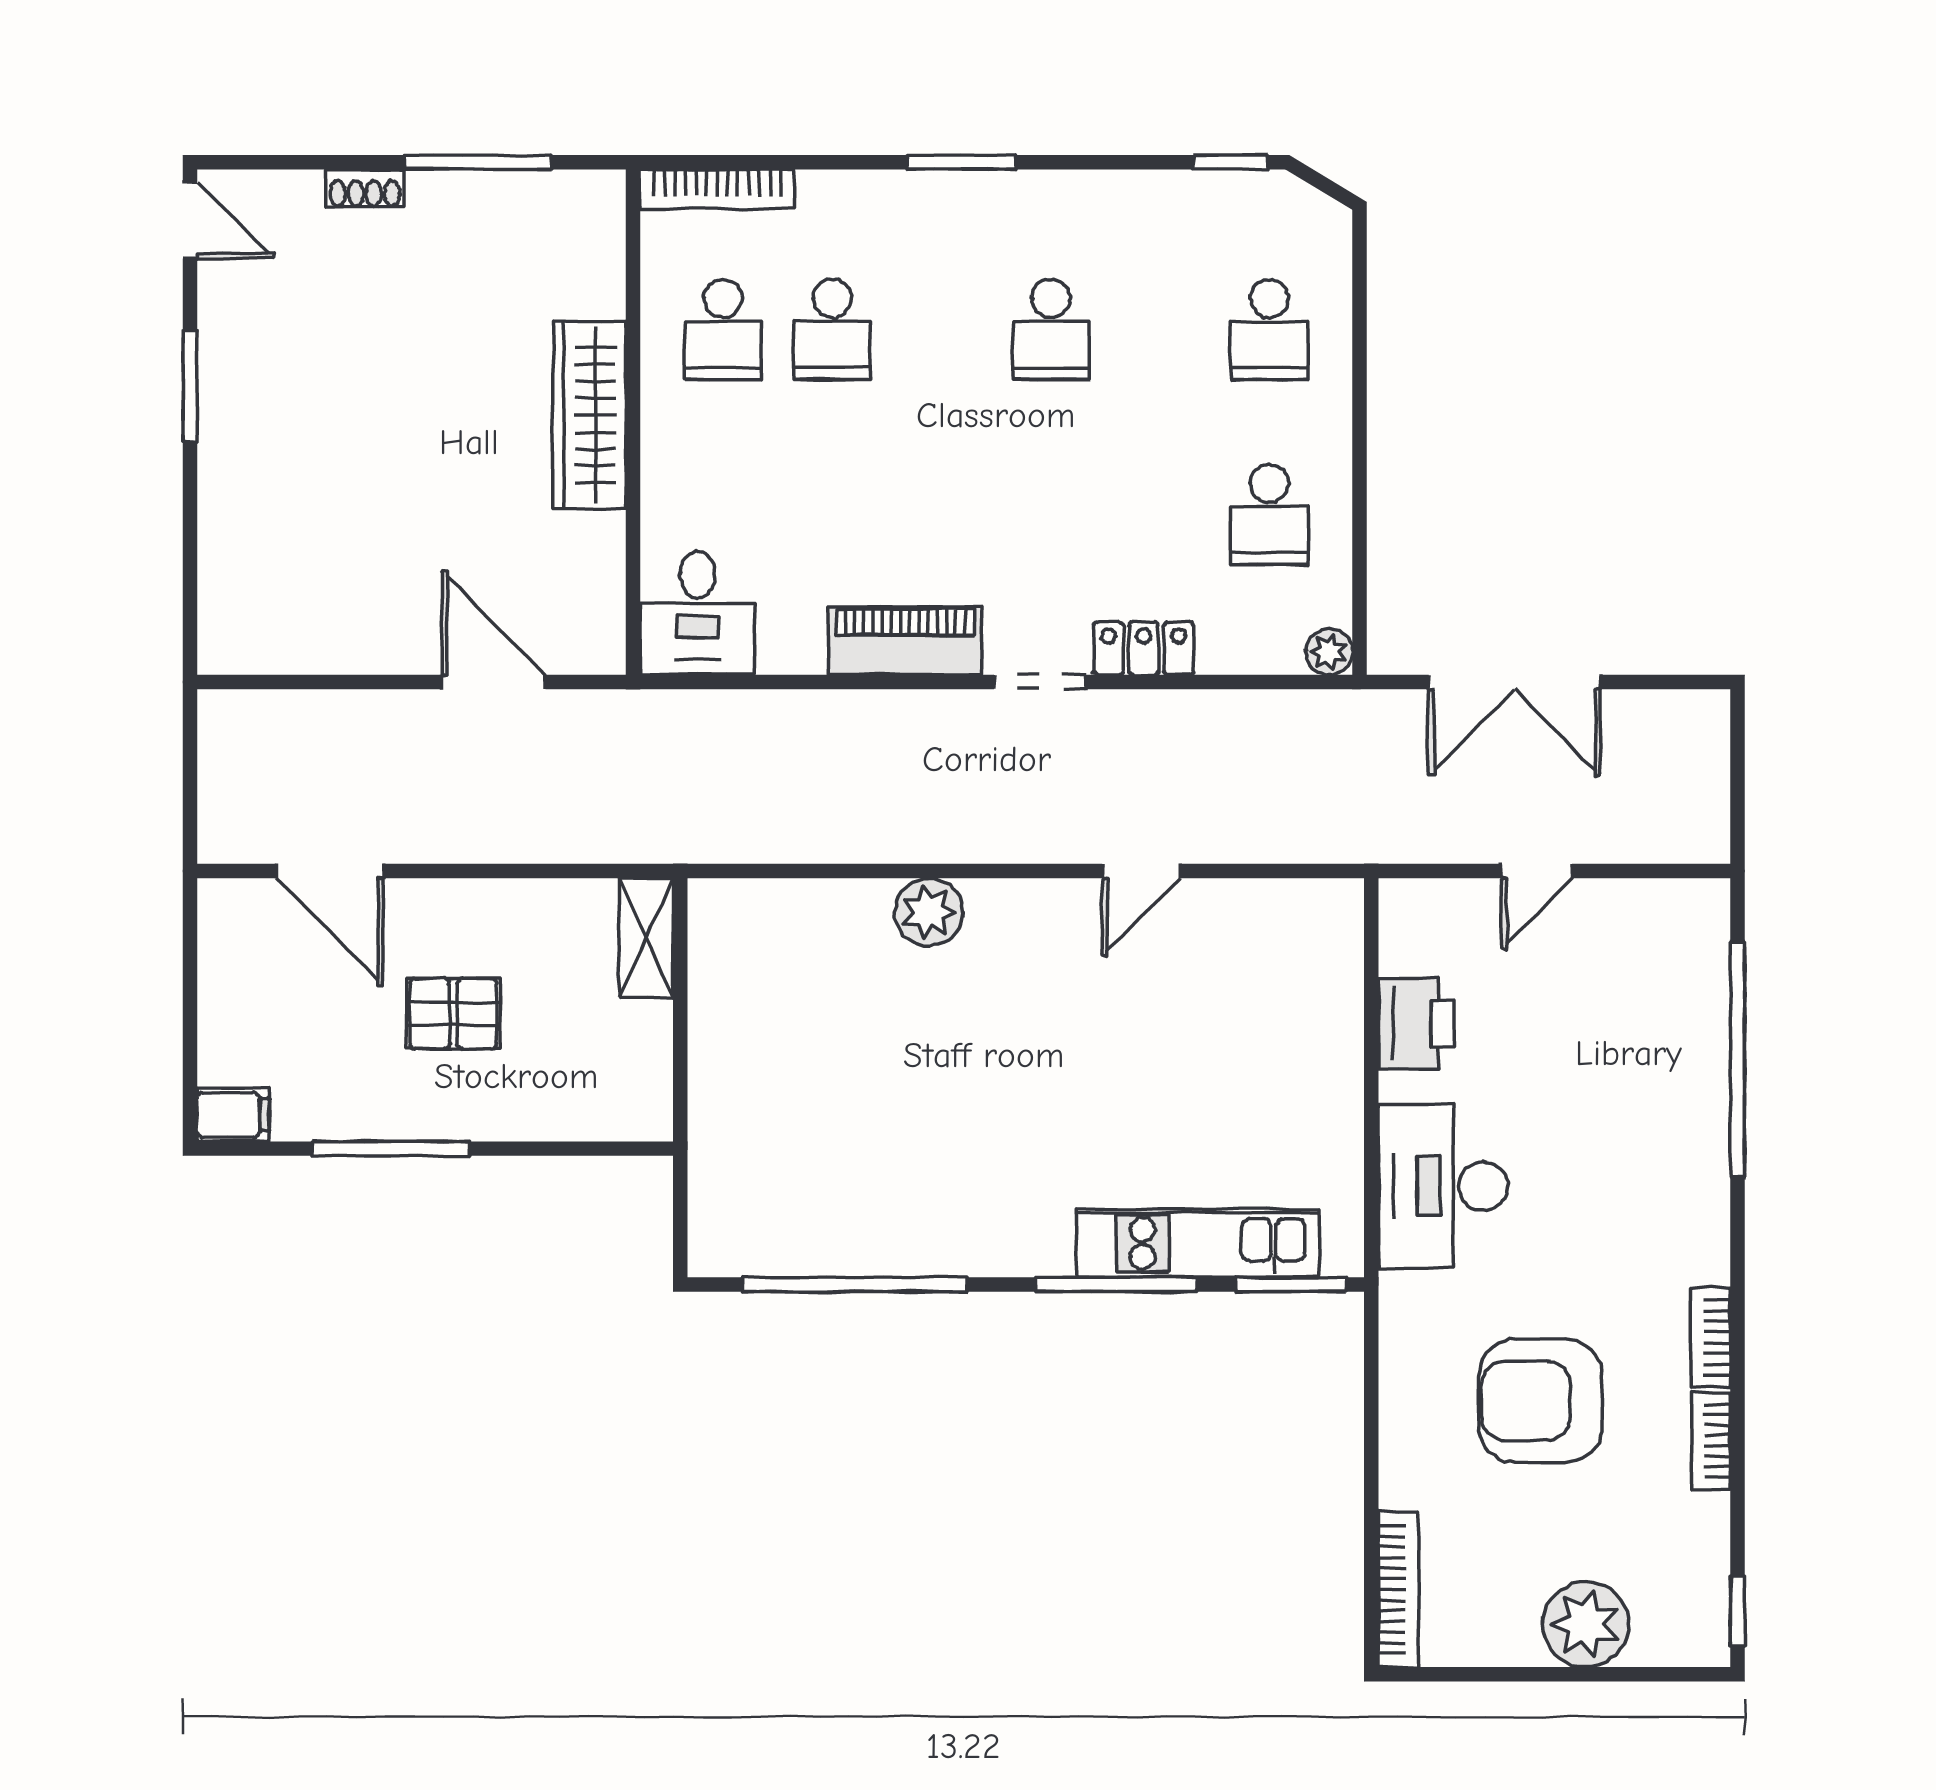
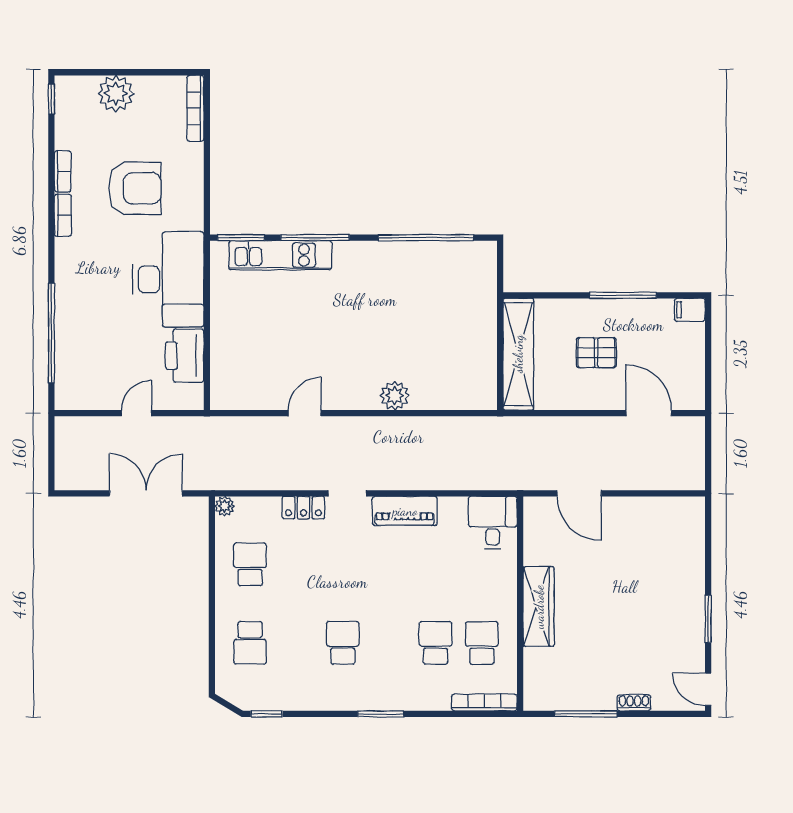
school desk: (1269, 330) -> (250, 643), turned 180
shelving: (646, 938) -> (518, 354), width x2.20, depth x1.33
printer: (1416, 1024) -> (185, 356), width x1.37, depth x1.19
desk: (1443, 1186) -> (168, 279), width x1.36, depth x1.30

